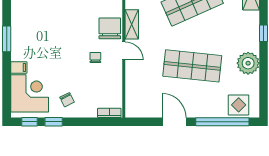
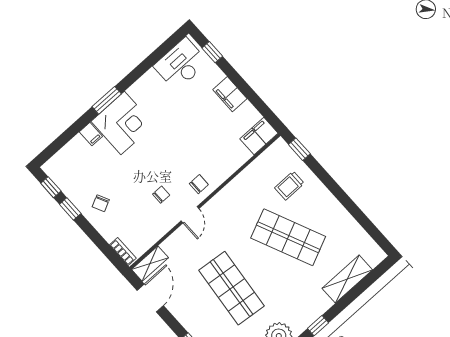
shelving: (132, 24) -> (150, 264), moved
chair: (110, 28) -> (199, 184), width x0.54, depth x0.54
corner desk: (30, 93) -> (123, 123), moved
door: (174, 122) -> (150, 298), moved

